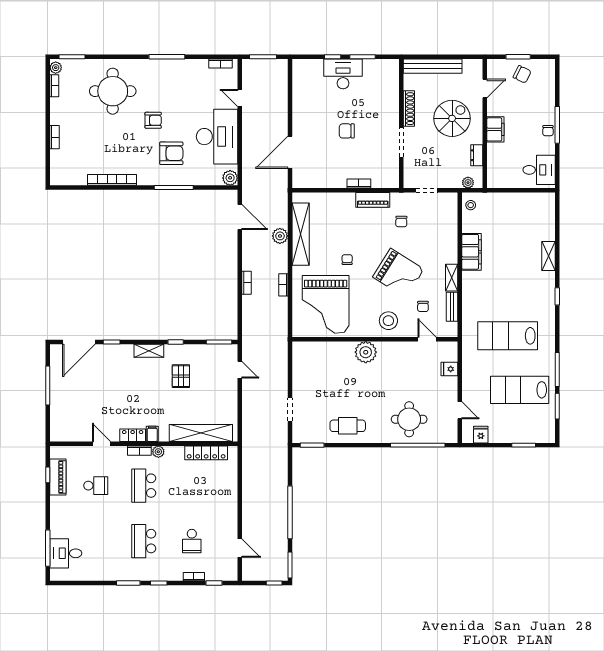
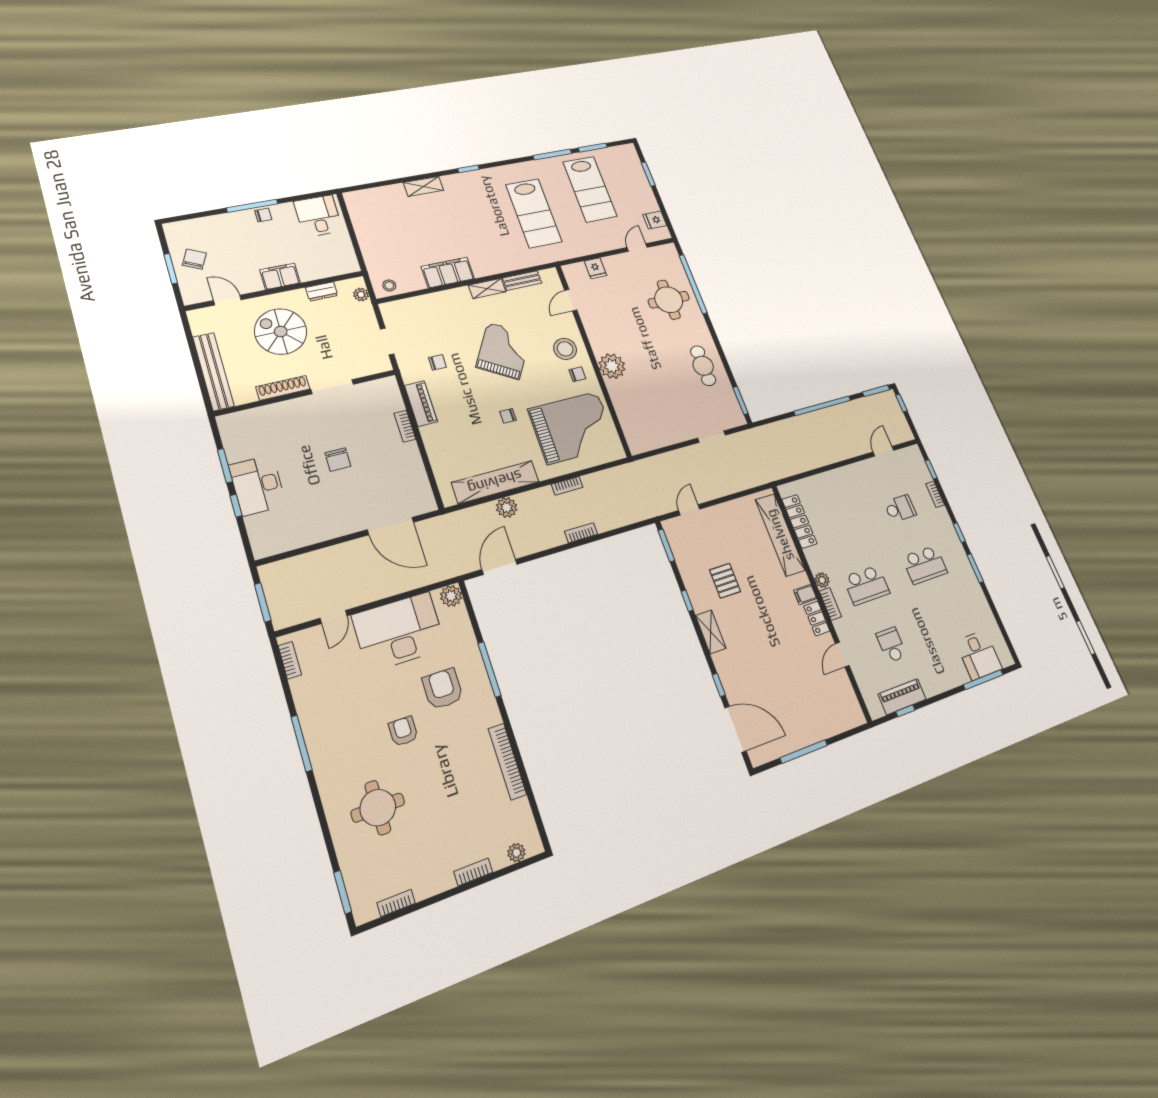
plant: (56, 68) -> (516, 853), moved
round table: (113, 91) -> (378, 808), width x0.73, depth x0.73
chair: (423, 306) -> (577, 374), moved
pallet: (181, 376) -> (725, 581), turned 90

